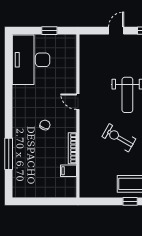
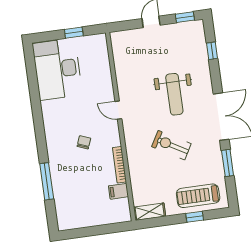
shelving: (93, 192) -> (150, 212), added

